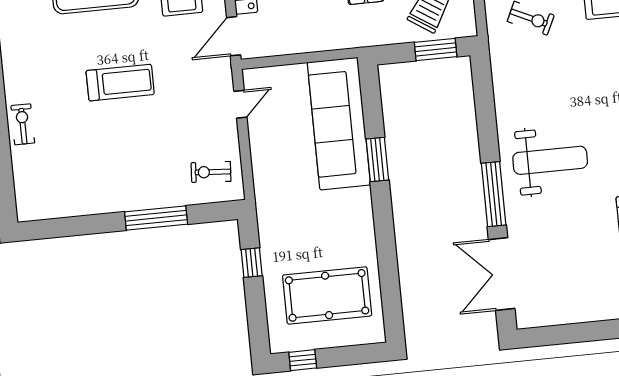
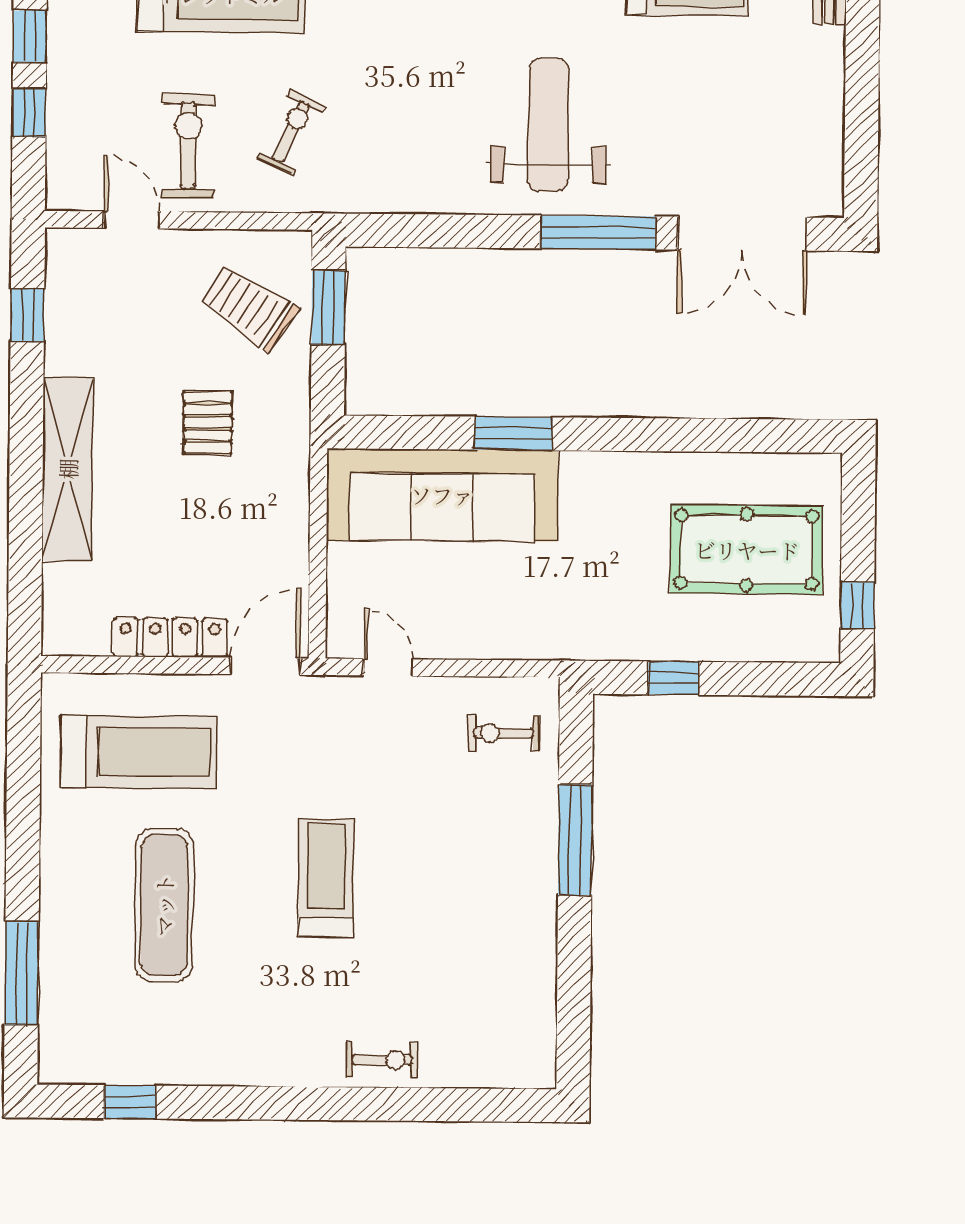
door: (234, 36) -> (265, 666), swing flipped
exercise bike: (23, 124) -> (382, 1060), turned 180
exercise bike: (211, 172) -> (504, 733), turned 86
pool table: (327, 295) -> (747, 550), turned 90

